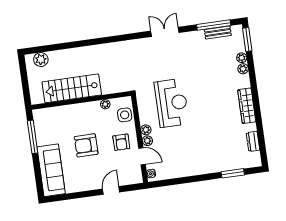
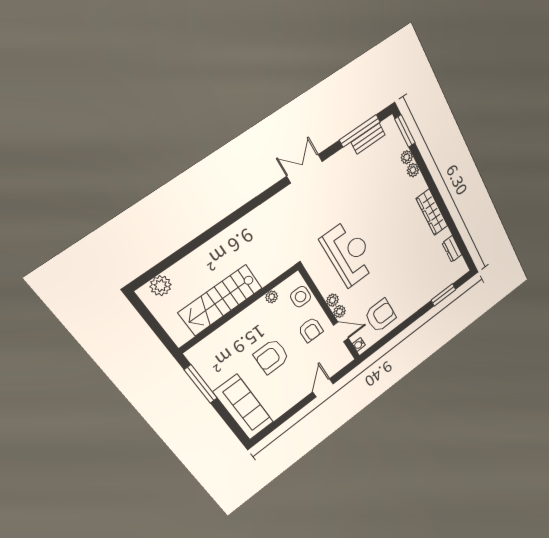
armchair: (176, 161) -> (380, 315), added

